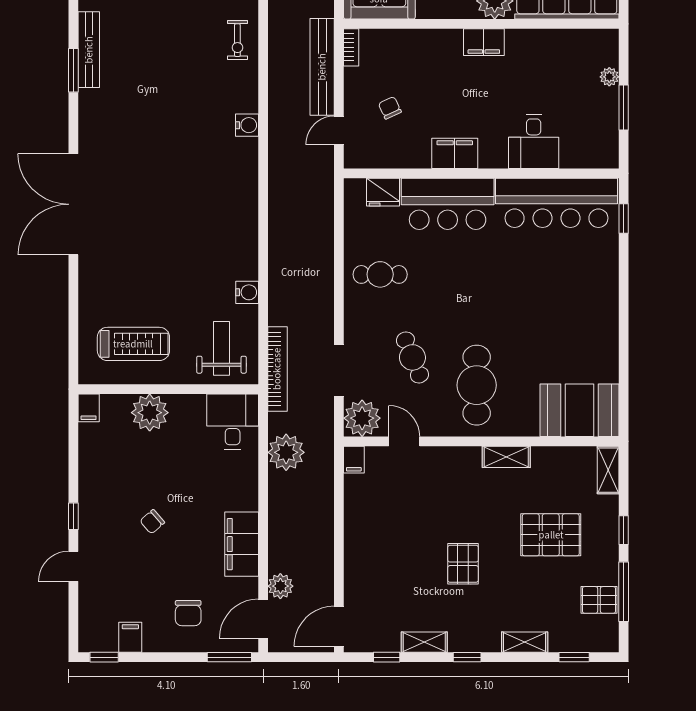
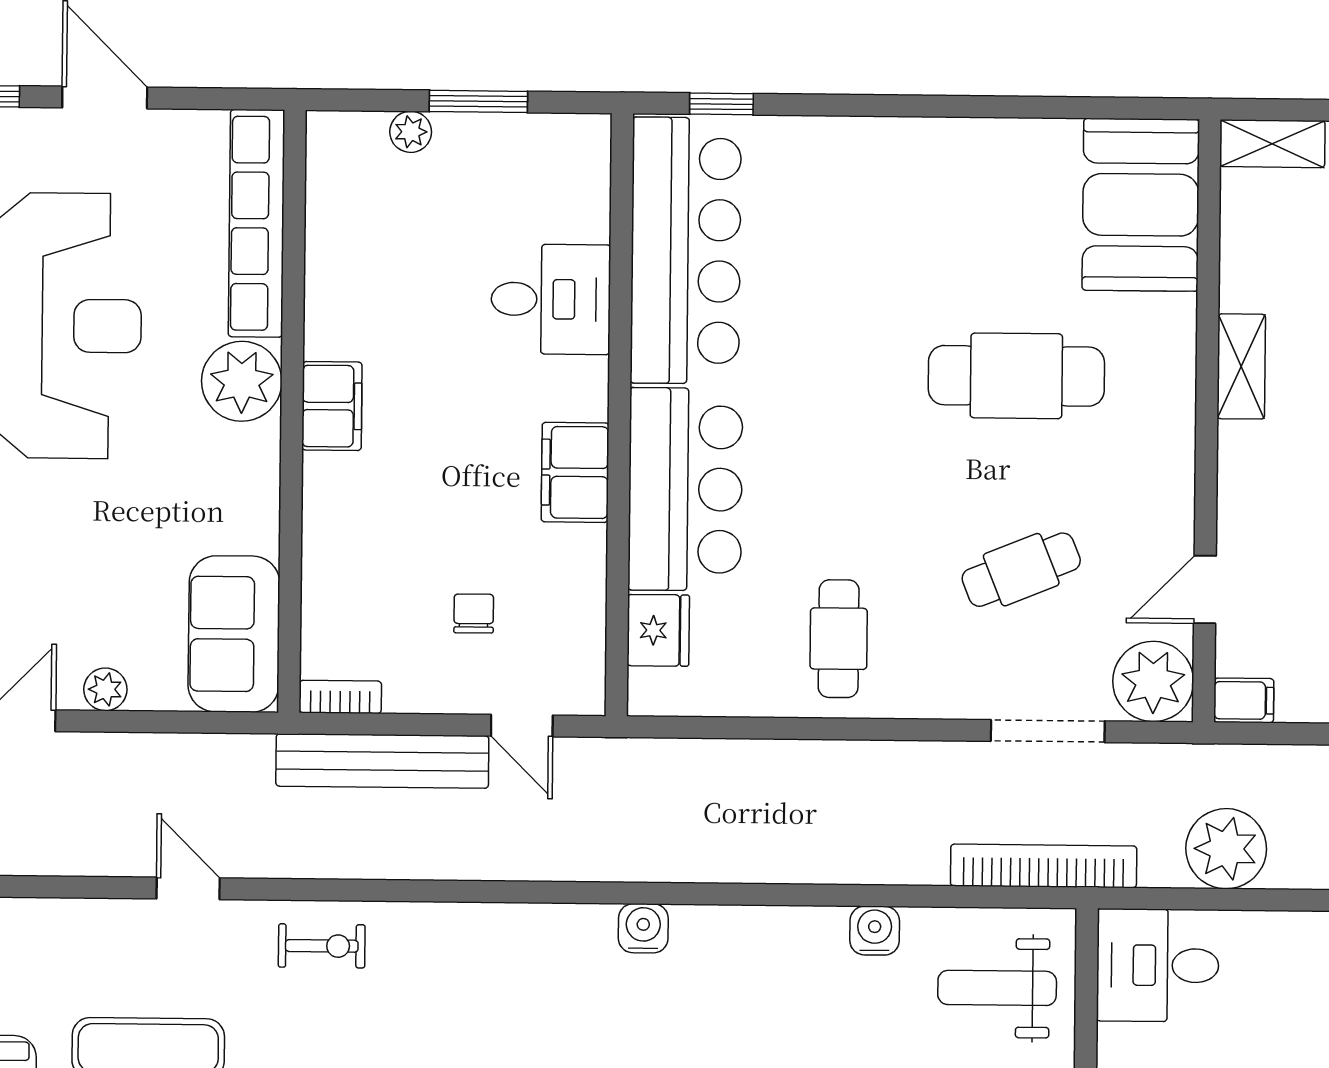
chair: (390, 108) -> (474, 614), turned 115
water cooler: (247, 125) -> (643, 928), moved
cafe table: (477, 385) -> (1016, 376), moved

